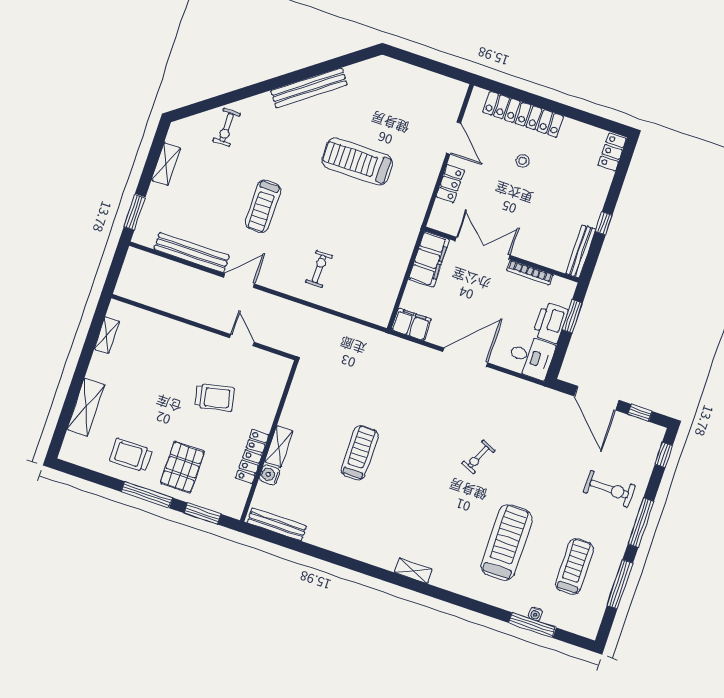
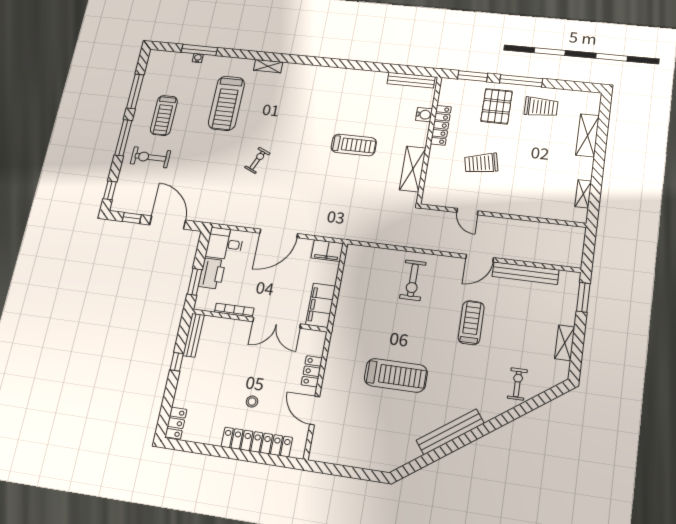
exercise bike: (319, 269) -> (413, 280), width x1.38, depth x1.39
shelving: (279, 447) -> (413, 169), moved, width x1.50, depth x1.33
treadmill: (360, 453) -> (354, 145), turned -90
treadmill: (575, 566) -> (164, 115), moved
shelving: (413, 571) -> (268, 66), moved

